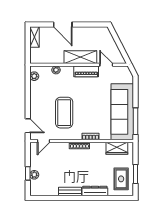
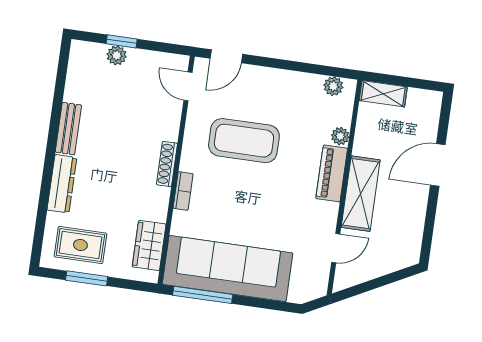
shelving: (34, 37) -> (383, 94), moved
piano: (86, 71) -> (332, 173), moved

